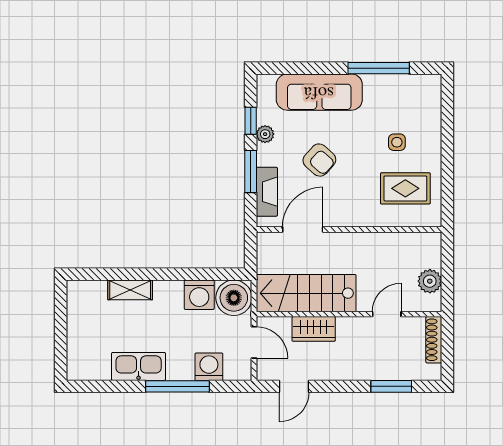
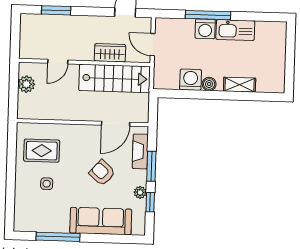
boiler: (234, 298) -> (209, 84), moved, width x0.54, depth x0.54
shoe rack: (434, 340) -> (25, 42), removed
washing machine: (209, 367) -> (205, 29), moved

